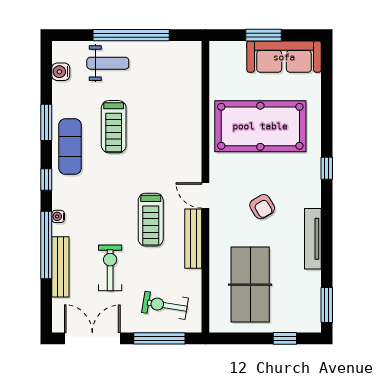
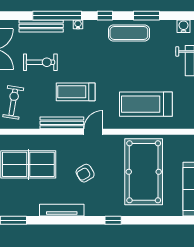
treadmill: (114, 127) -> (146, 104), moved, width x1.37, depth x1.38

